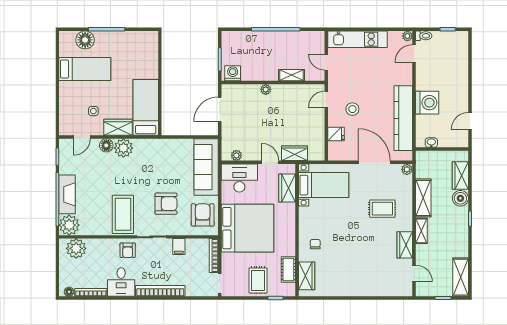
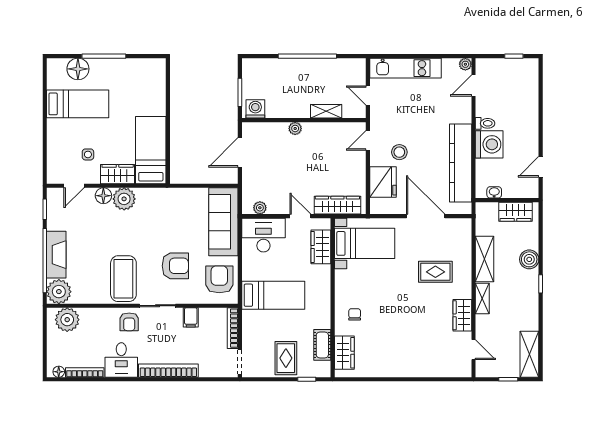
toilet: (424, 36) -> (485, 123), moved
fridge: (336, 134) -> (383, 182), width x1.88, depth x1.34
wardrobe: (295, 153) -> (337, 205), width x1.50
plant: (407, 169) -> (465, 225), removed
wardrobe: (460, 175) -> (516, 212), moved, turned -90
bed: (248, 228) -> (273, 295), width x0.49

